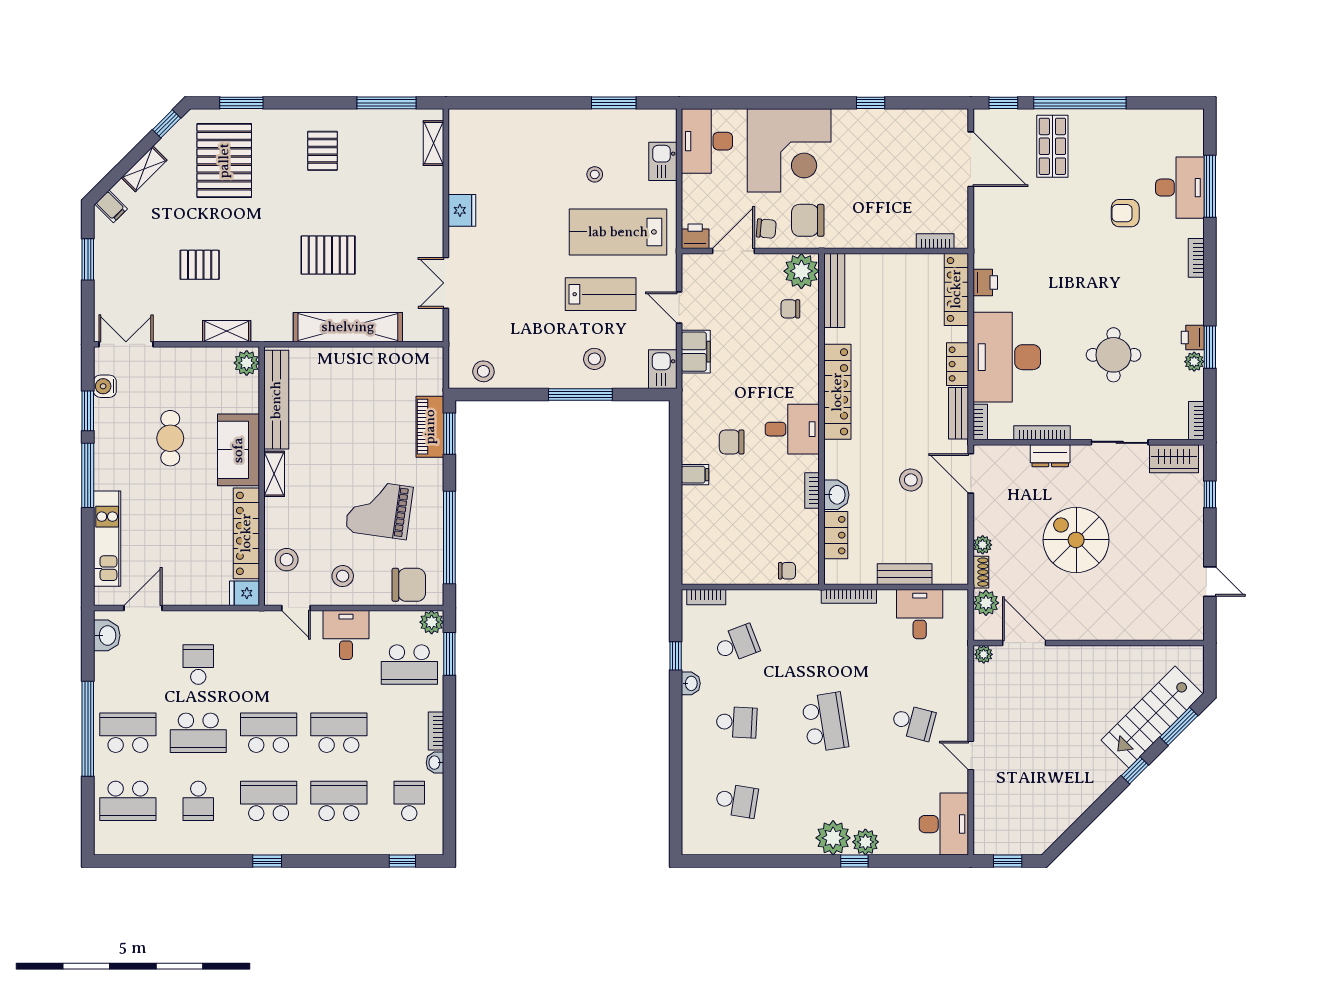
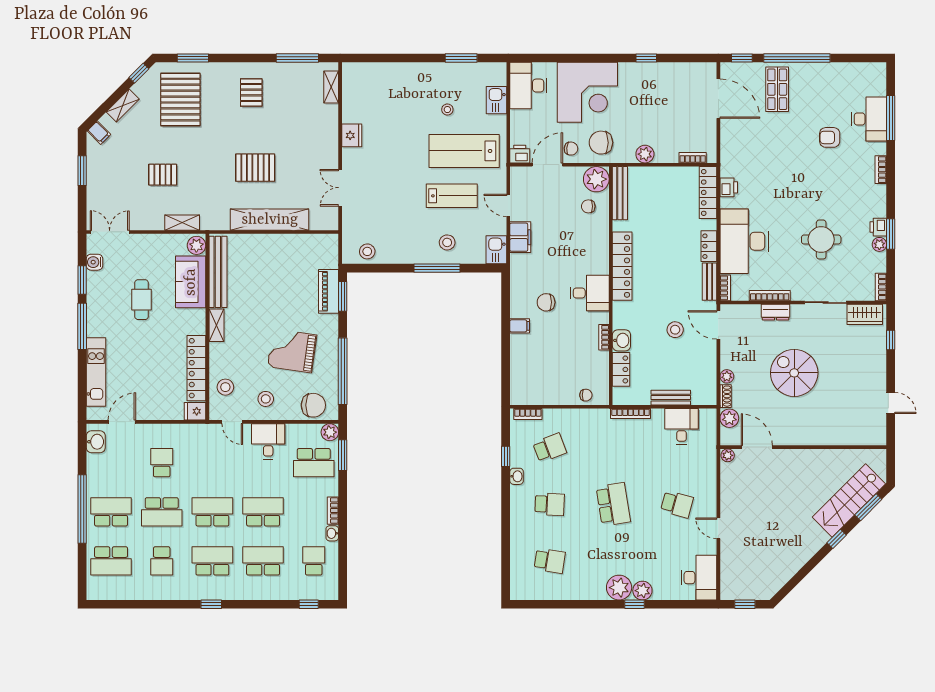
plant: (869, 236) -> (645, 154), added
sofa: (238, 450) -> (191, 282), moved

